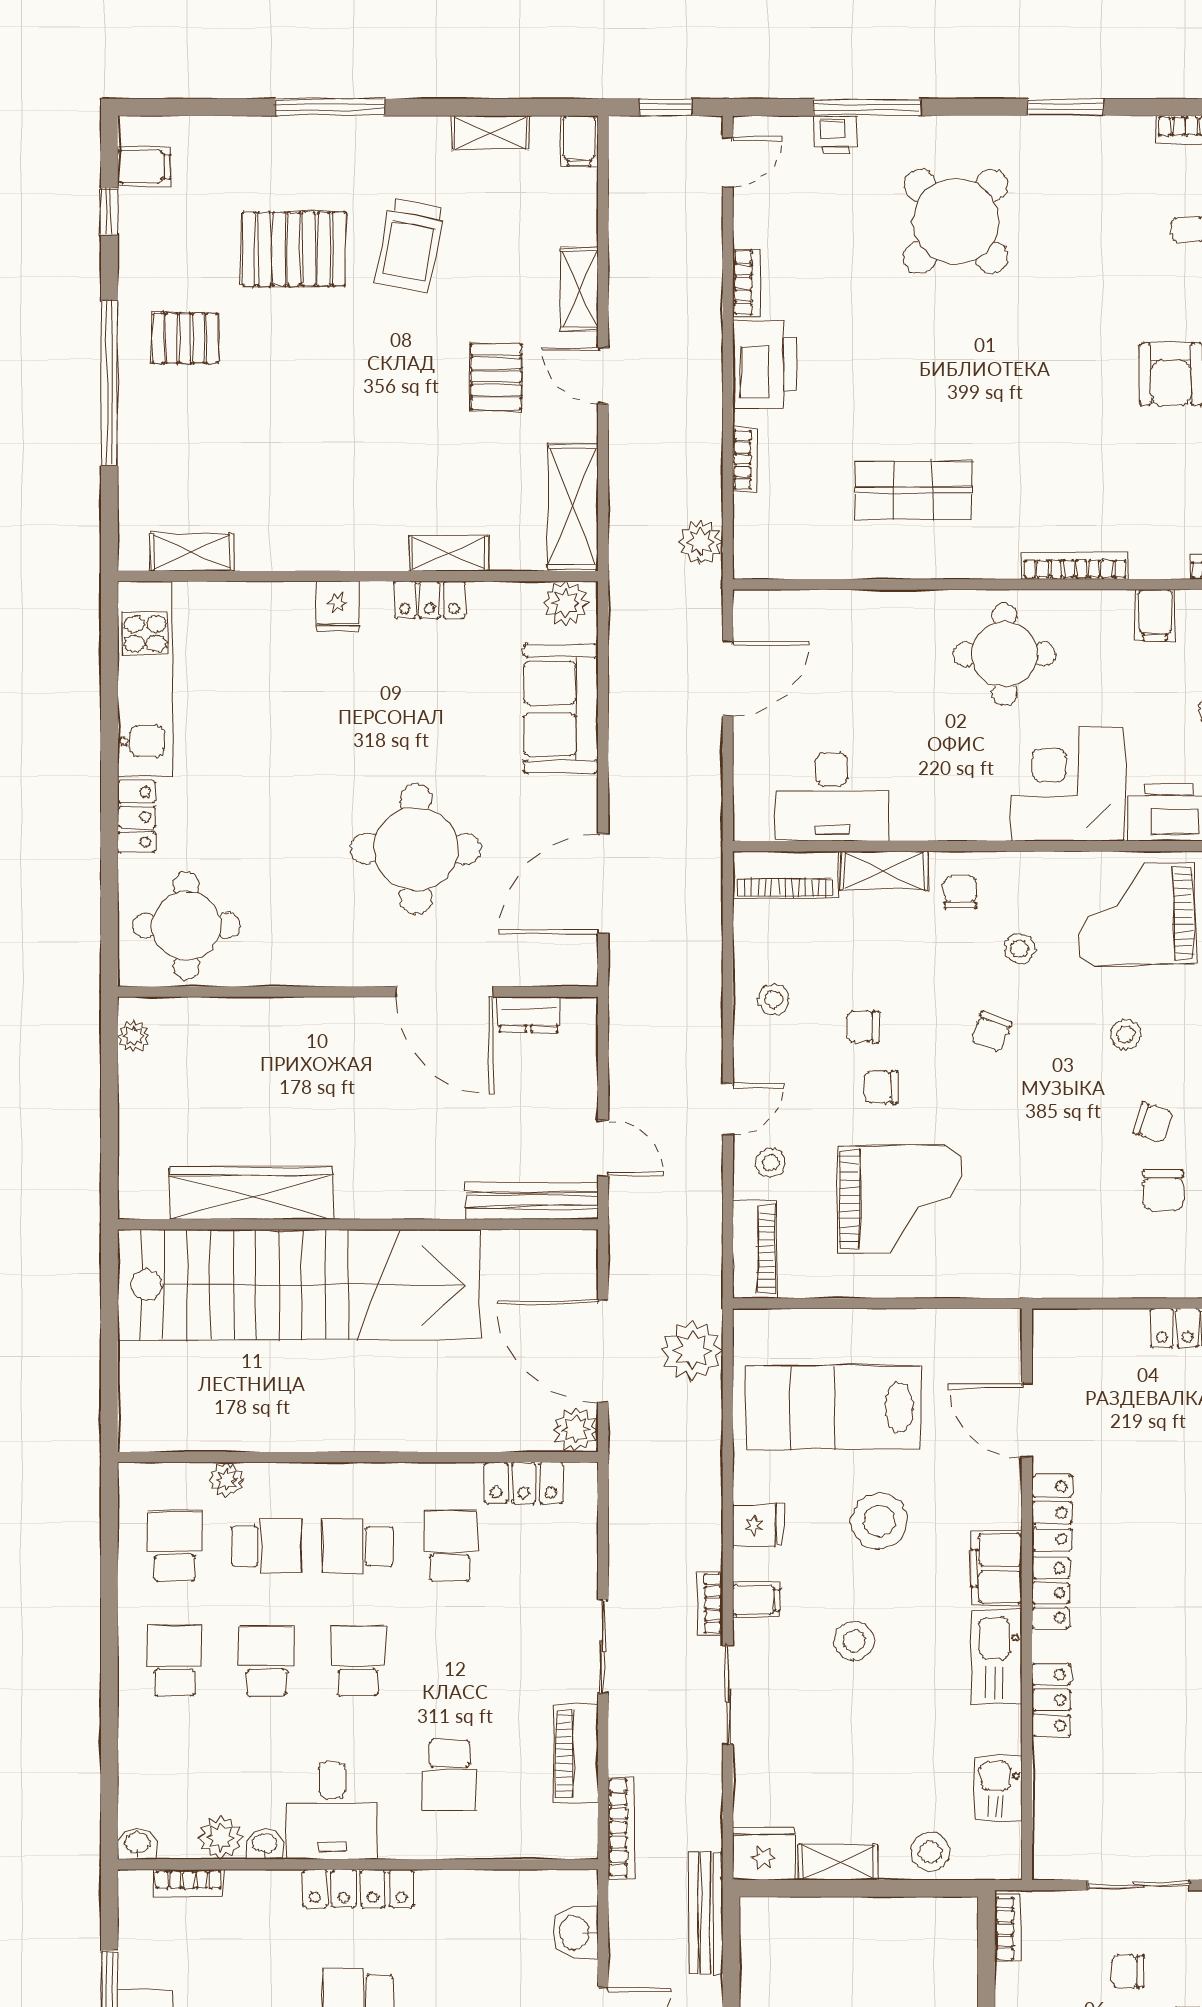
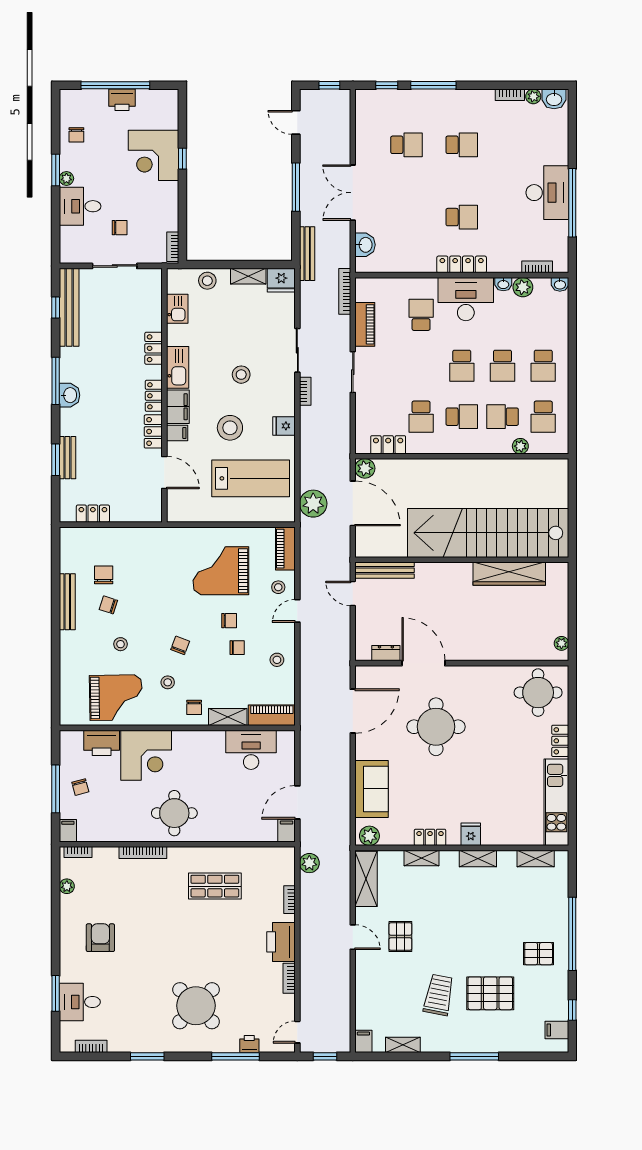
shelving: (579, 289) -> (478, 858), moved, turned 90
filing cabinet: (1155, 615) -> (287, 831), moved
filing cabinet: (756, 1600) -> (177, 433), moved, turned 180
desk: (332, 1810) -> (466, 299), width x1.37

